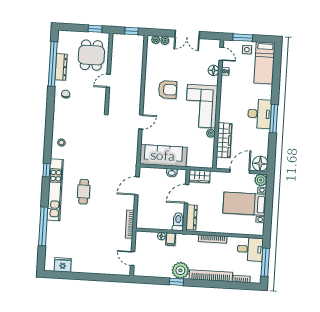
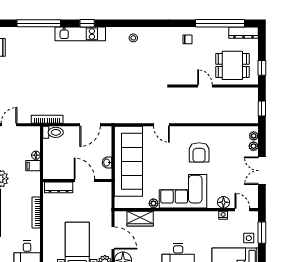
door: (221, 54) -> (242, 210), swing flipped
dresser: (61, 67) -> (244, 33), moved
wardrobe: (224, 140) -> (140, 219), width x0.67
sofa: (163, 156) -> (128, 161), width x1.36, depth x1.27
window: (46, 170) -> (87, 23), moved
wardrobe: (199, 176) -> (105, 194), removed
door: (137, 186) -> (90, 125), swing flipped
kitchen unit: (55, 190) -> (80, 34), width x0.73
cafe table: (84, 192) -> (80, 66), removed
toilet: (178, 222) -> (53, 132), moved

